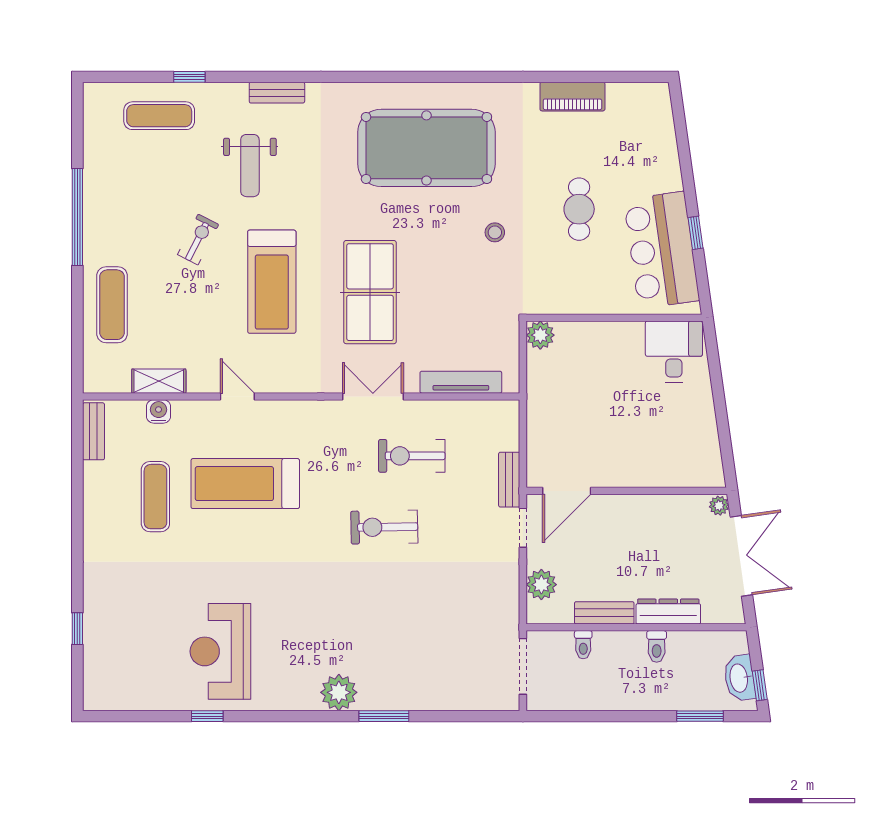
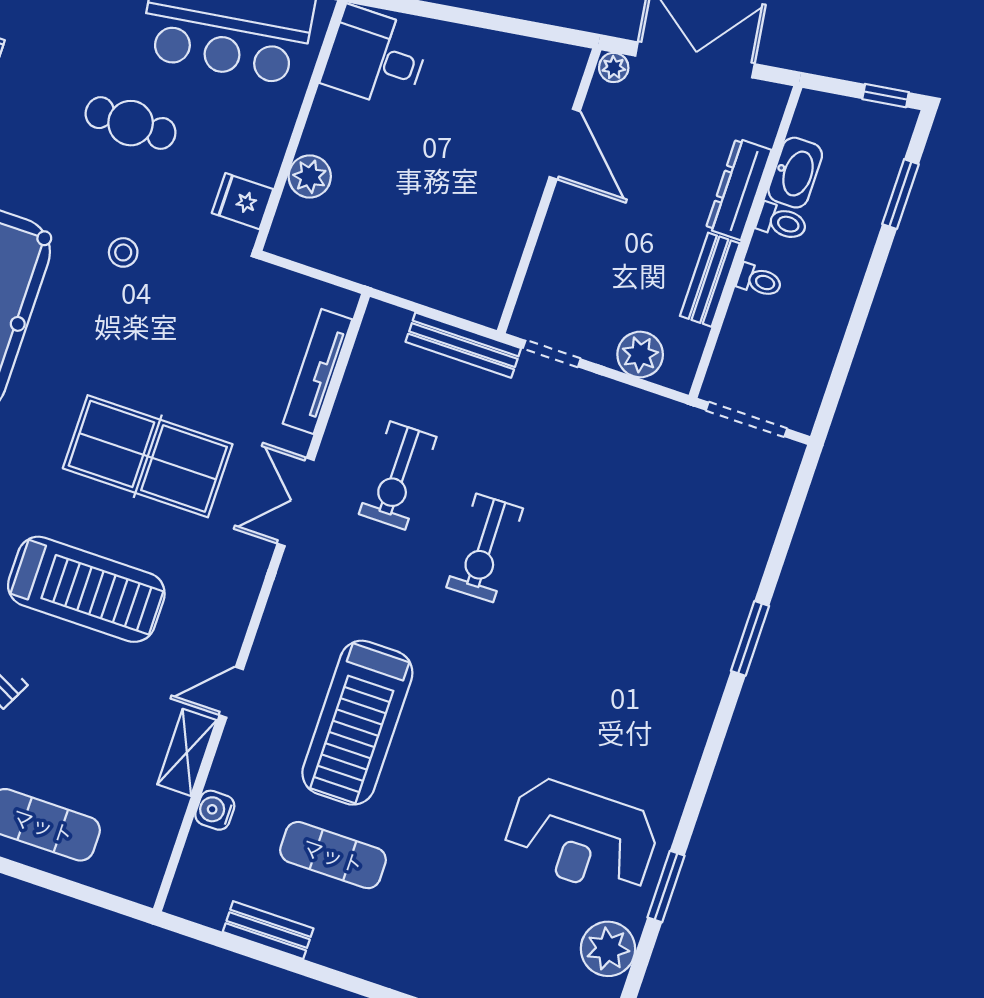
fridge: (553, 297) -> (242, 201), added
plant: (540, 335) -> (310, 176), moved
shelving: (159, 381) -> (187, 752), moved
bench: (94, 431) -> (268, 930), moved
bench: (509, 480) -> (463, 345), width x1.36
door: (567, 491) -> (565, 144), moved
toilet: (583, 645) -> (759, 281), moved
washbasin: (740, 678) -> (795, 173), moved, turned -82
plant: (339, 692) -> (608, 949), moved
window: (207, 716) -> (666, 887), width x1.50

